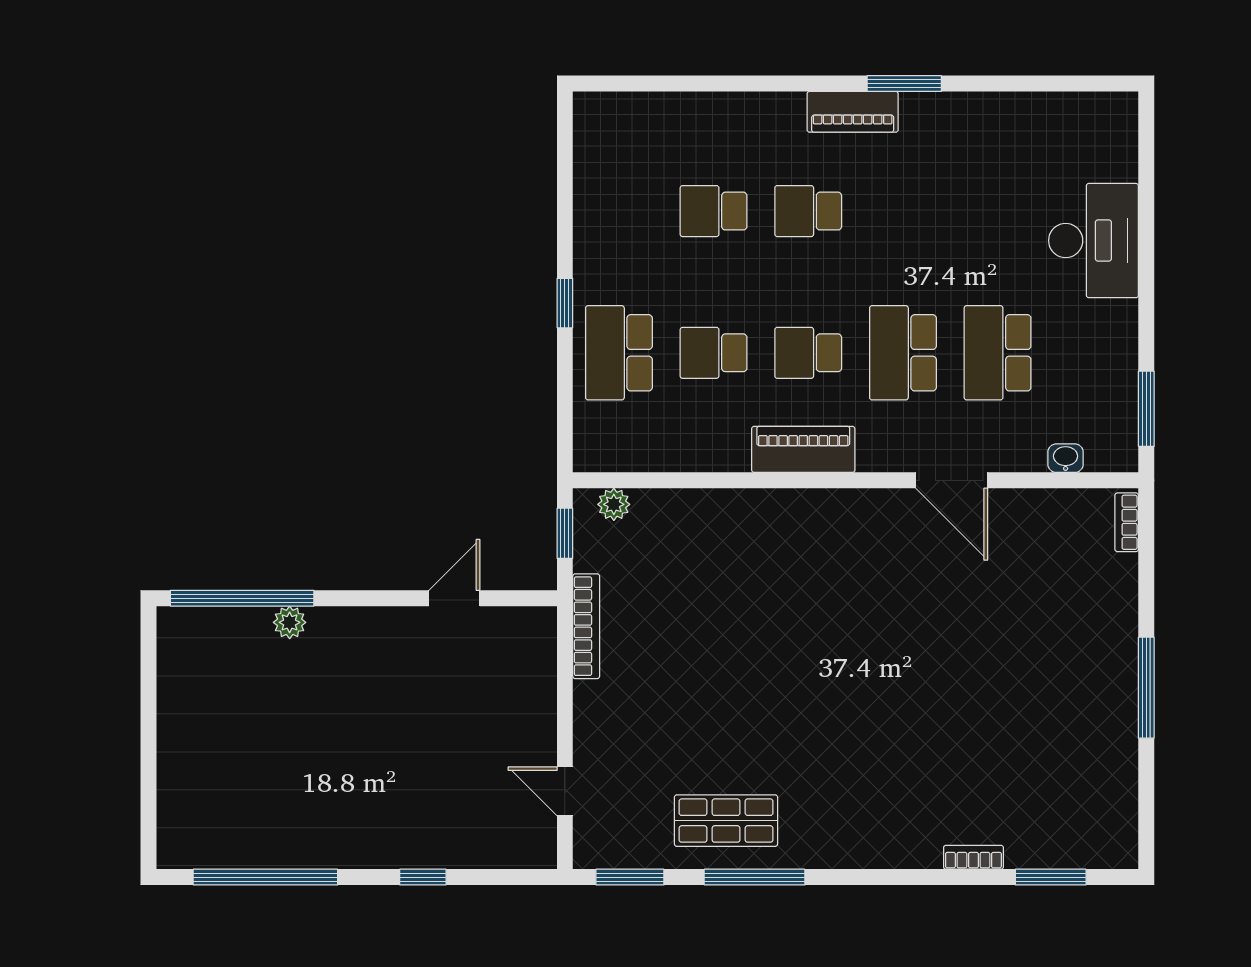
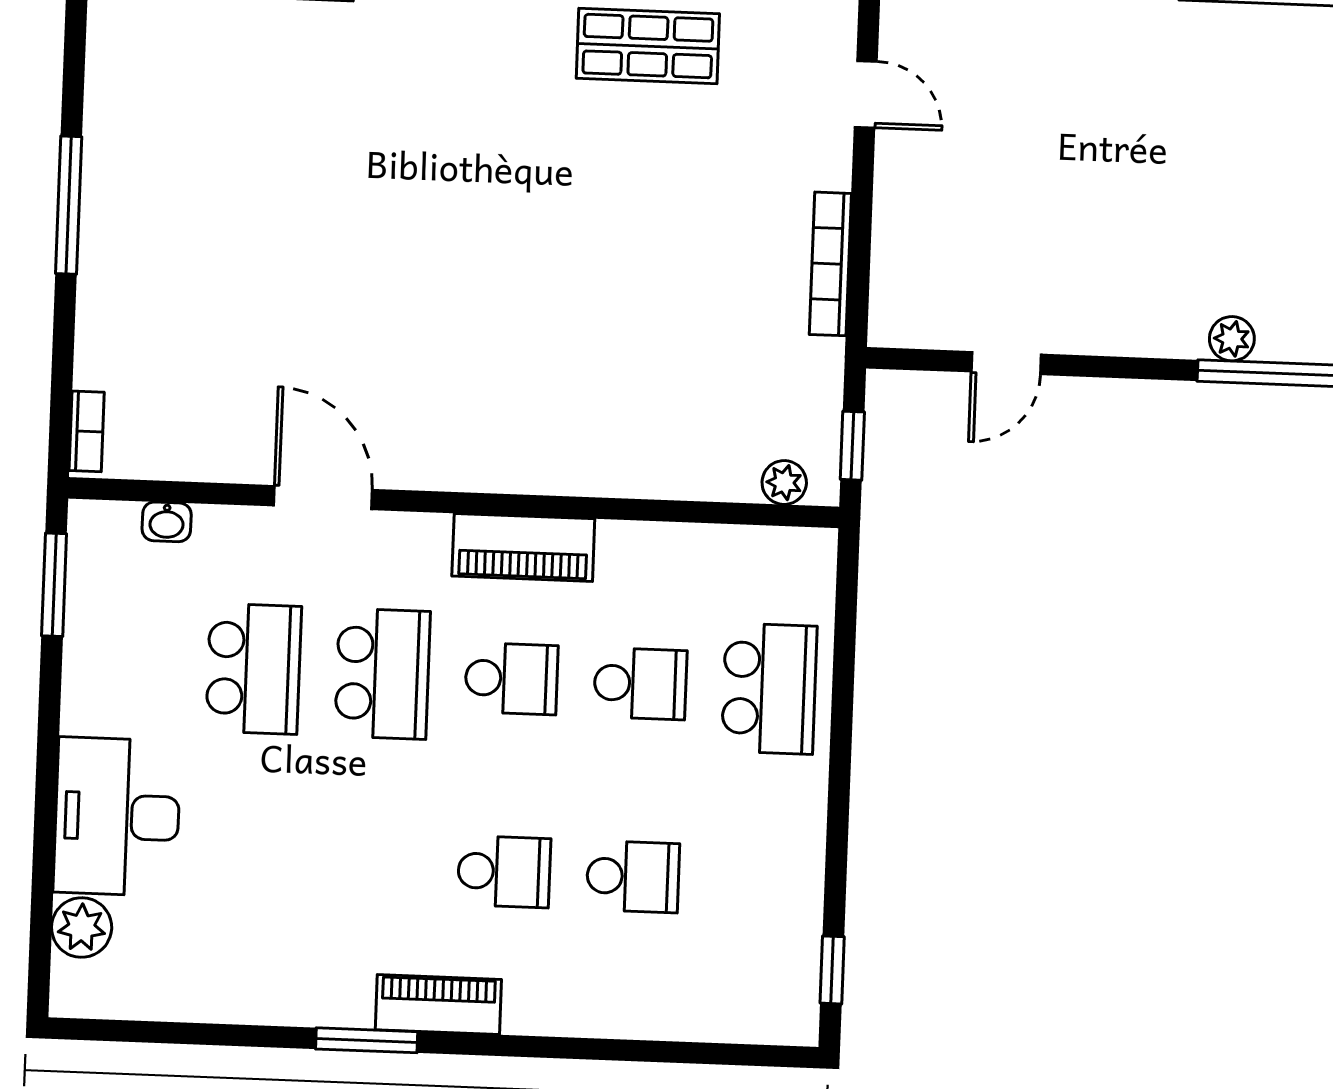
plant: (1116, 158) -> (82, 927), added
window: (565, 303) -> (832, 970), moved
bookcase: (586, 626) -> (830, 264), moved

